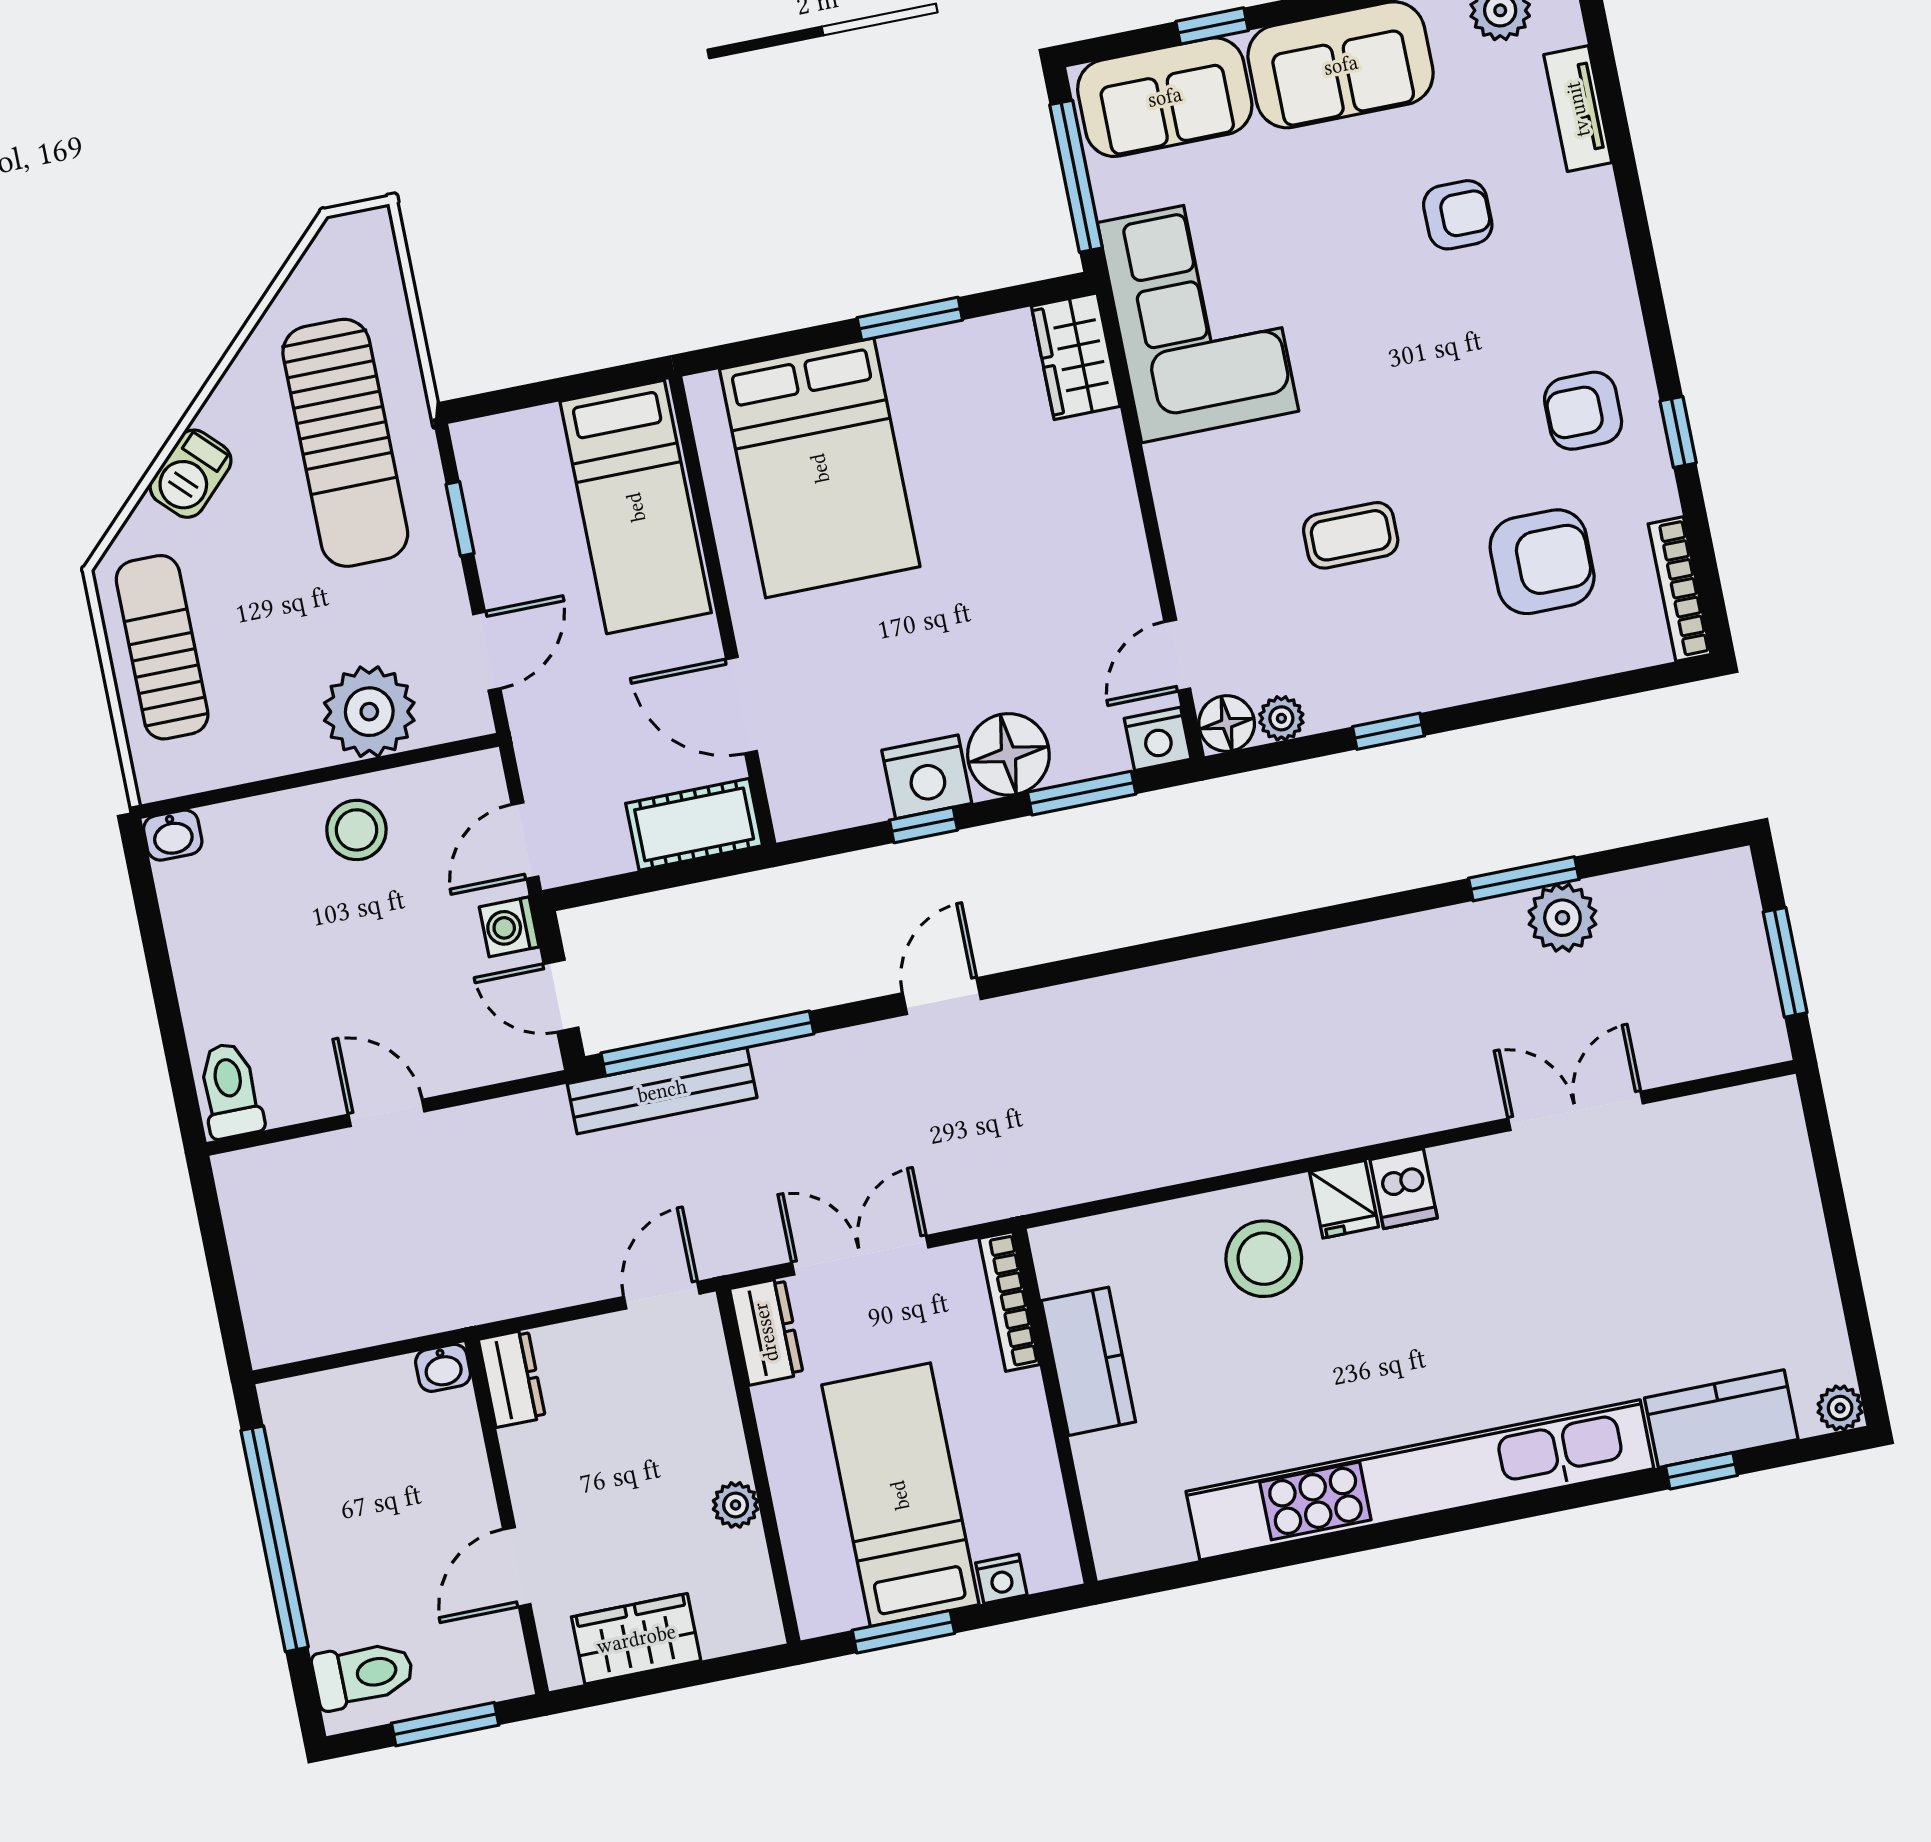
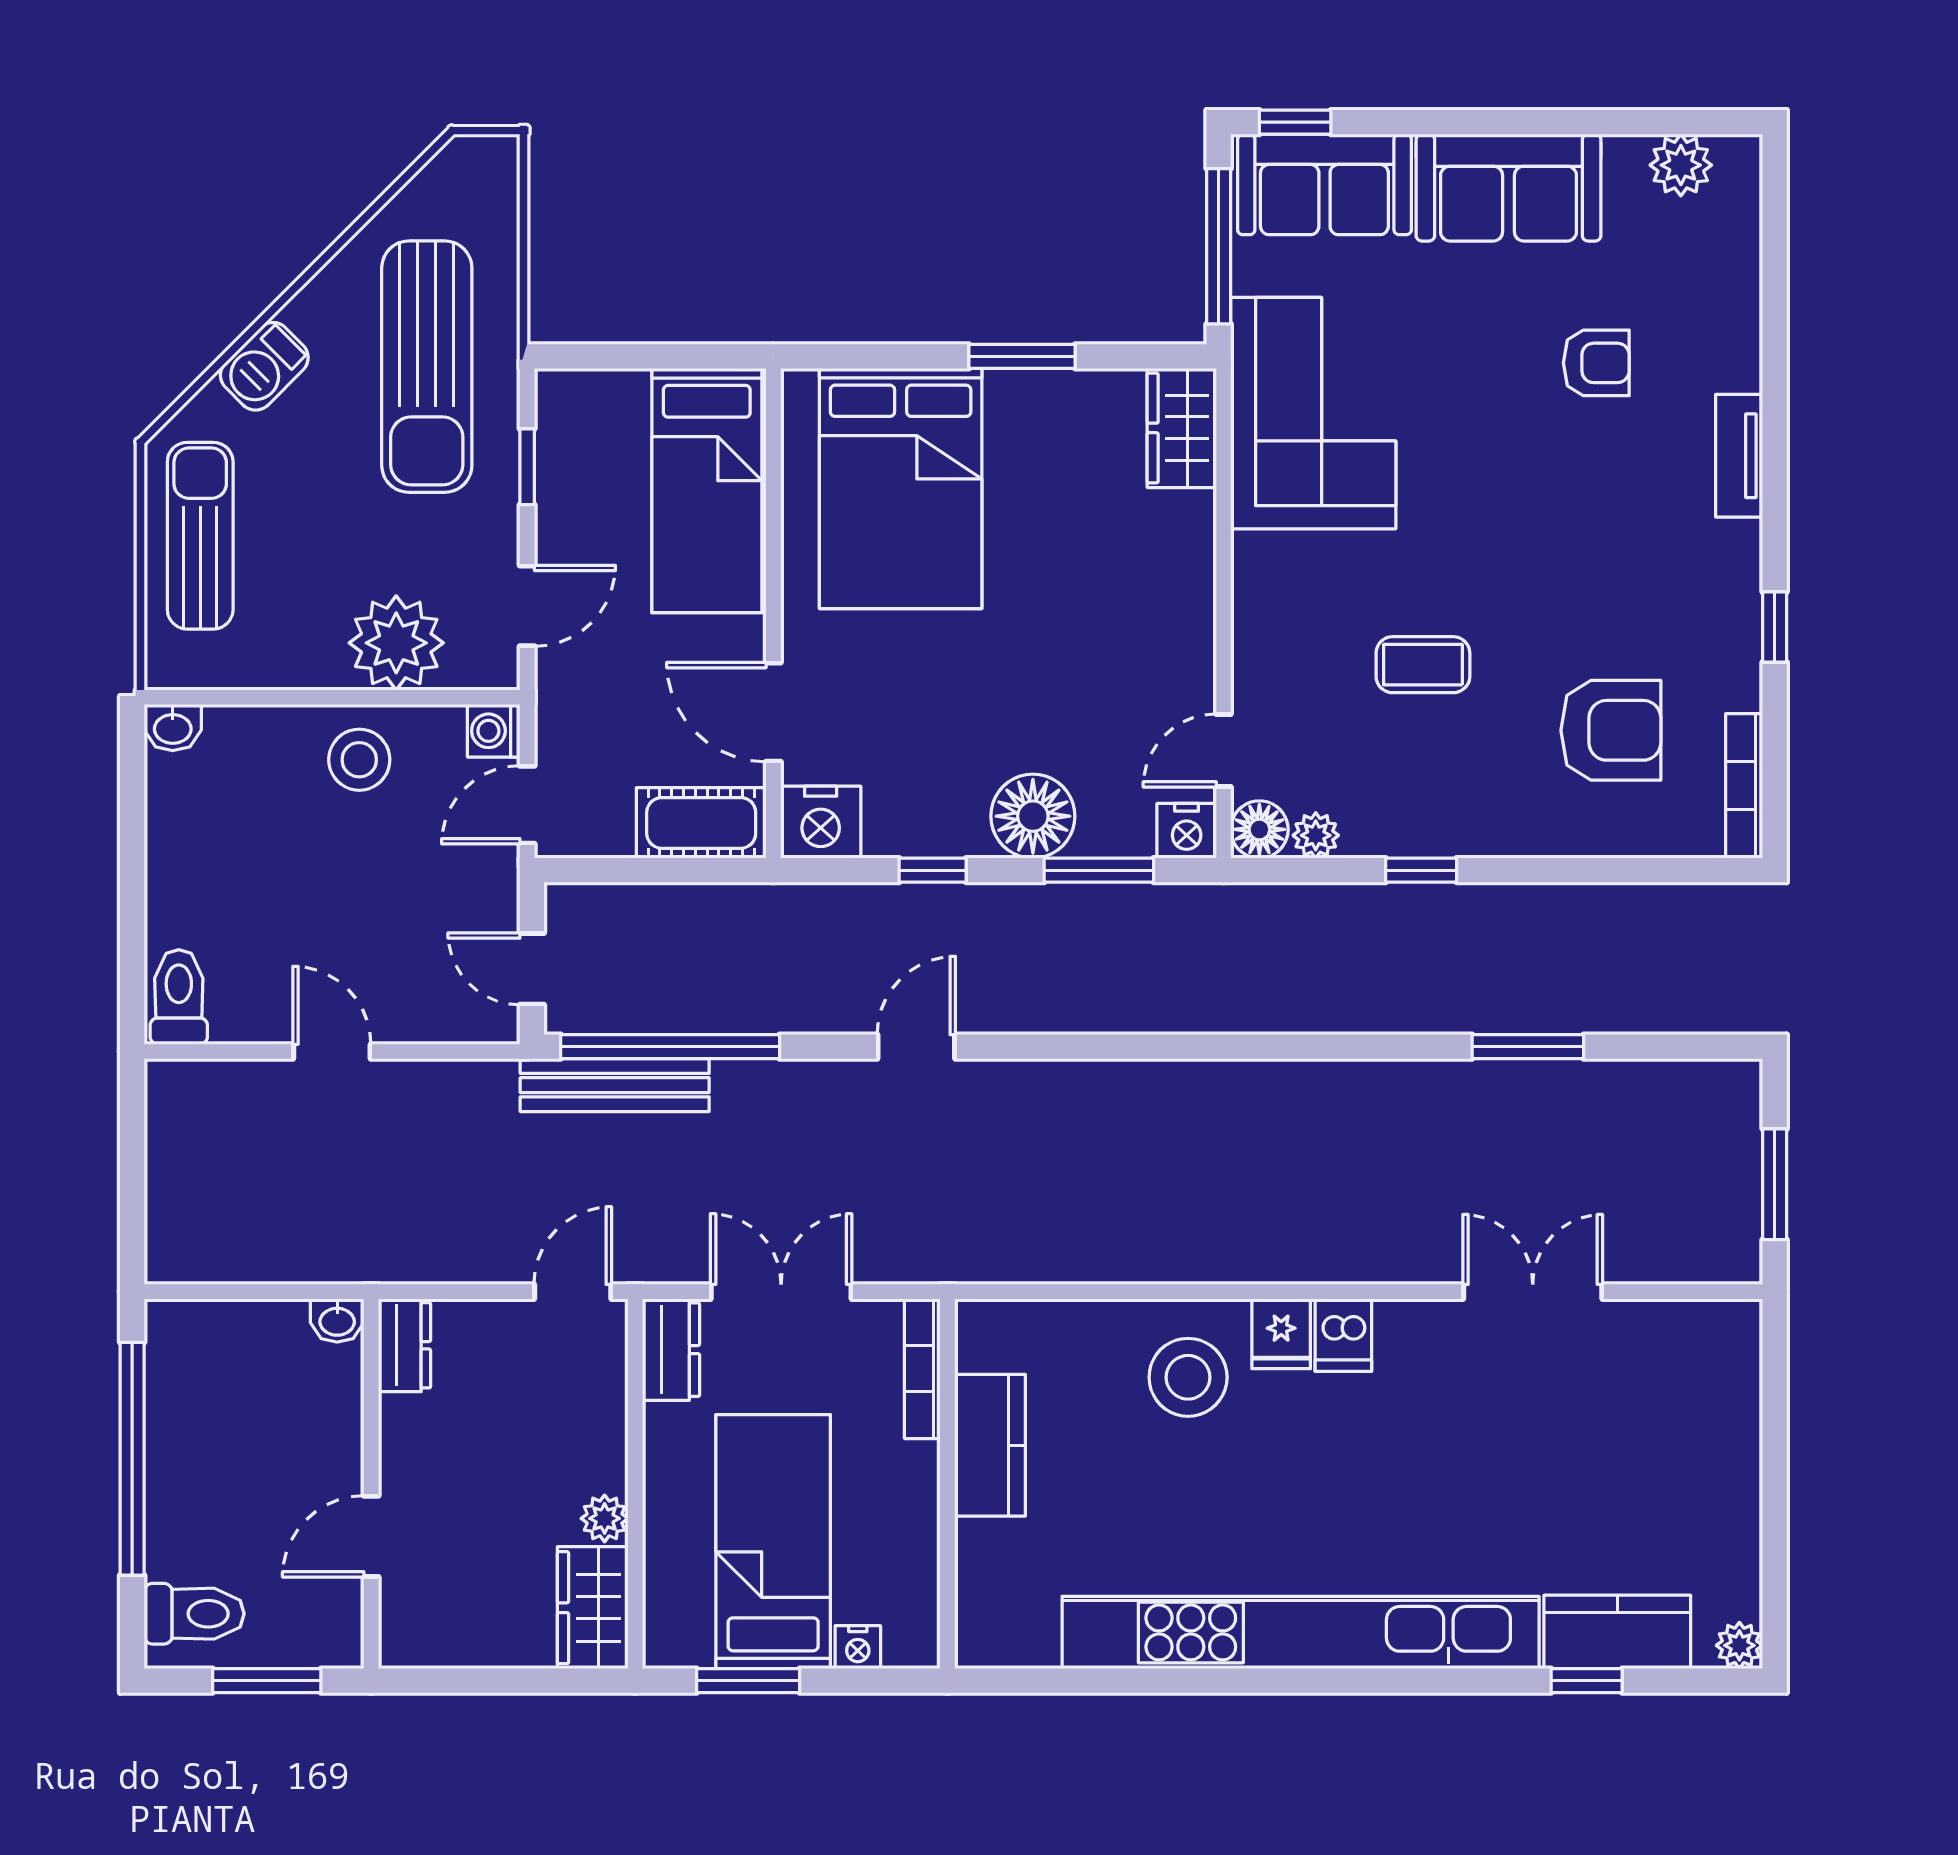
window: (1212, 26) -> (1295, 122), moved
tv unit: (1578, 109) -> (1739, 456), moved
armchair: (1583, 411) -> (1683, 586), removed
nightstand: (927, 777) -> (821, 822), moved
plant: (1562, 918) -> (1559, 1094), removed
washing machine: (509, 927) -> (494, 731), moved
wardrobe: (636, 1639) -> (593, 1608), moved, turned -90

